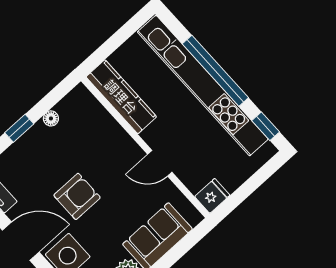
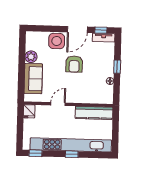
window: (215, 71) -> (72, 154), width x0.32

